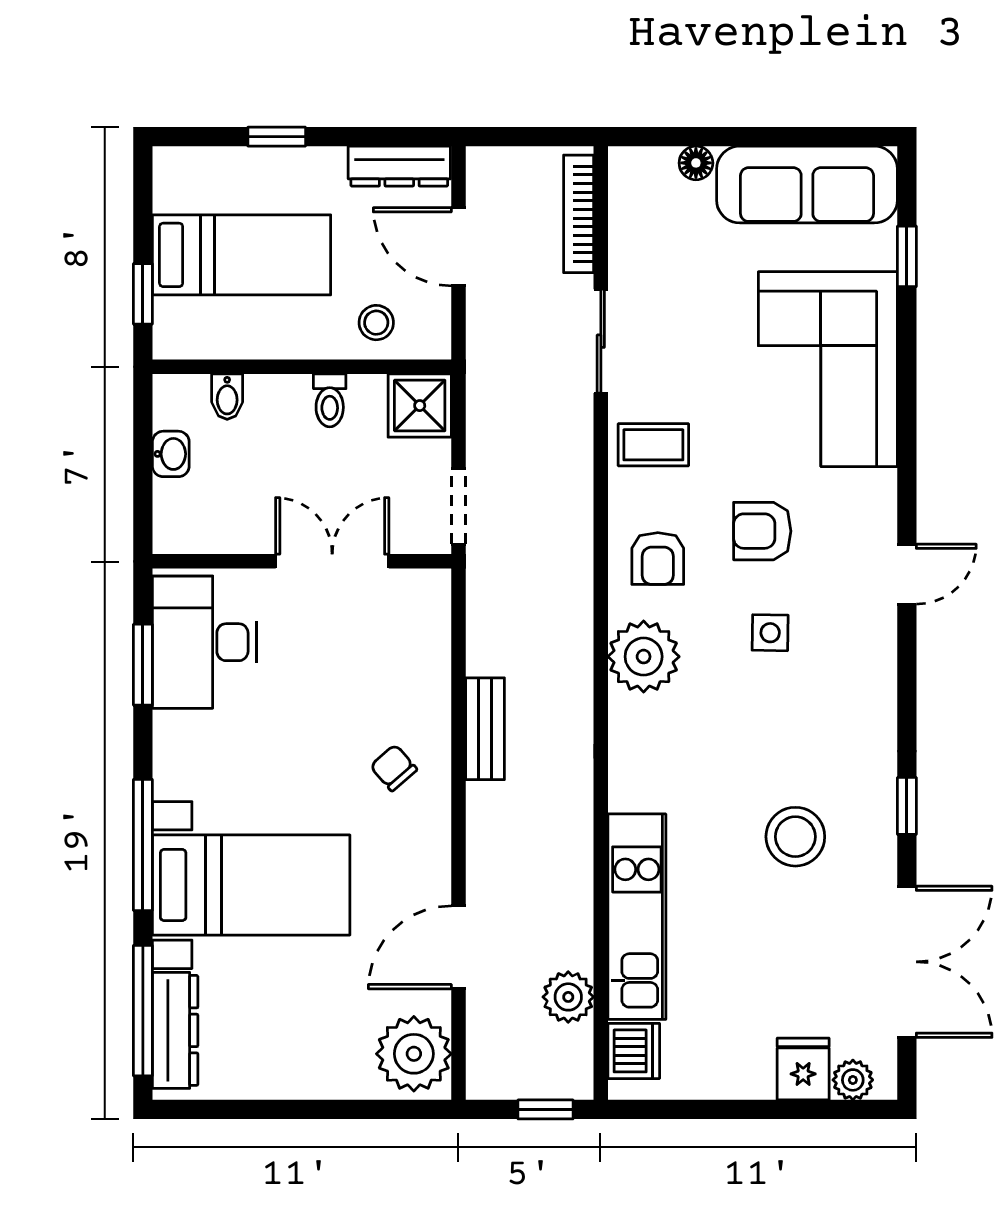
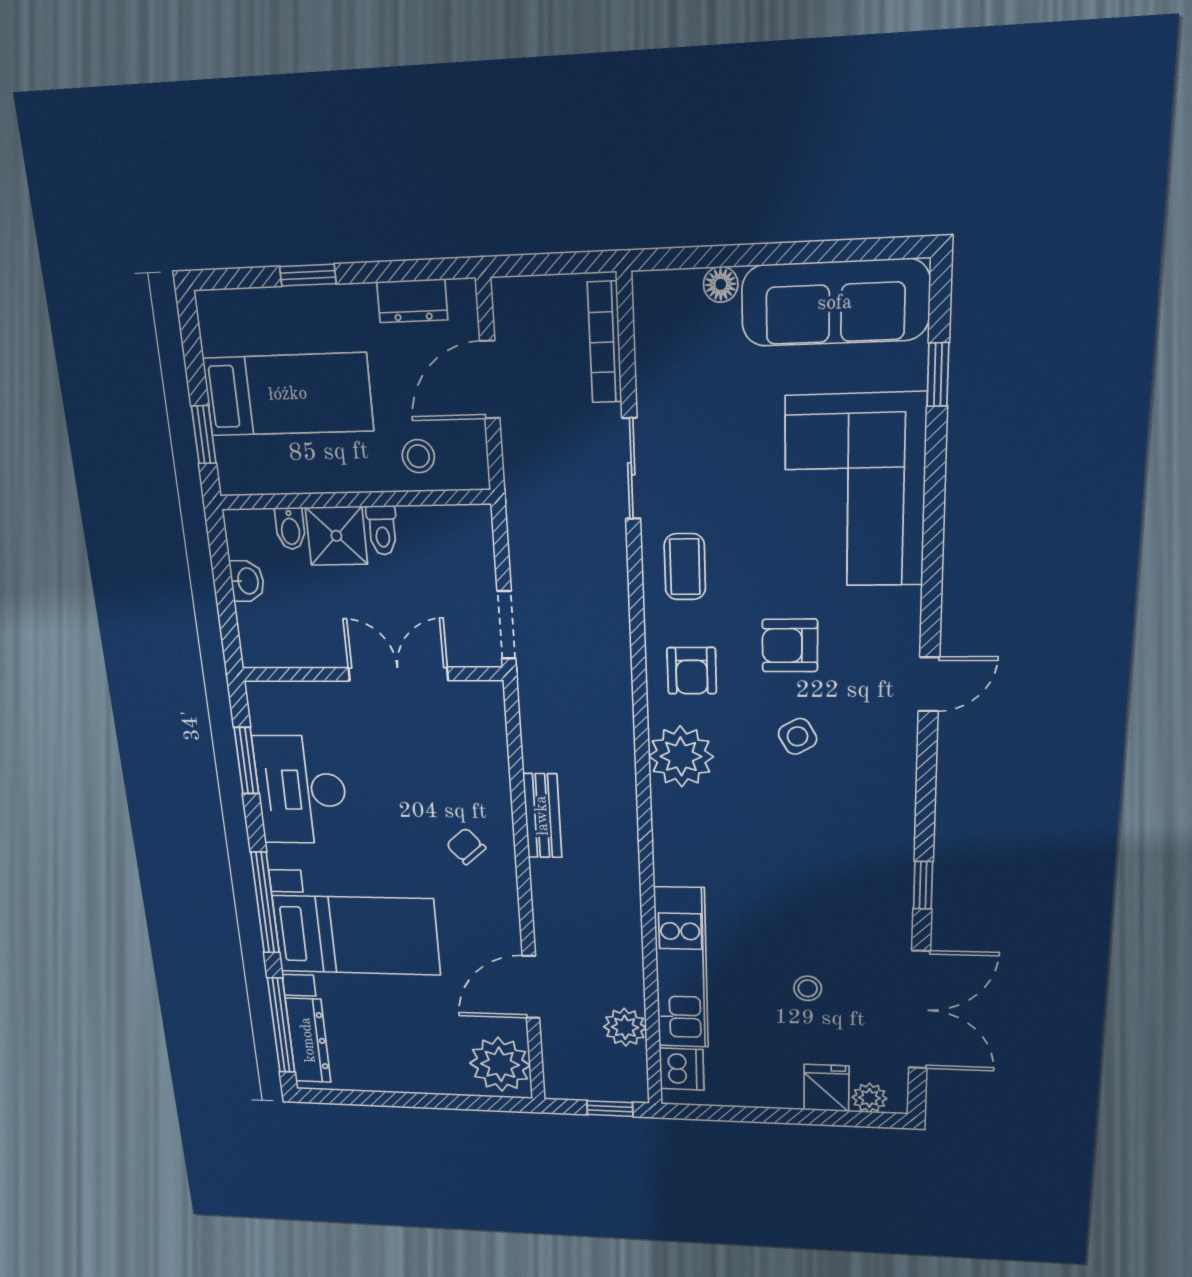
dresser: (399, 166) -> (412, 301), width x0.70
door: (458, 247) -> (490, 380), hinge flipped
shower: (420, 406) -> (336, 536), moved
coffee table: (653, 445) -> (685, 567), turned 90
side table: (770, 633) -> (798, 736), turned -30
desk: (204, 642) -> (301, 790), moved
stool: (795, 837) -> (808, 988), moved, width x0.53, depth x0.53

